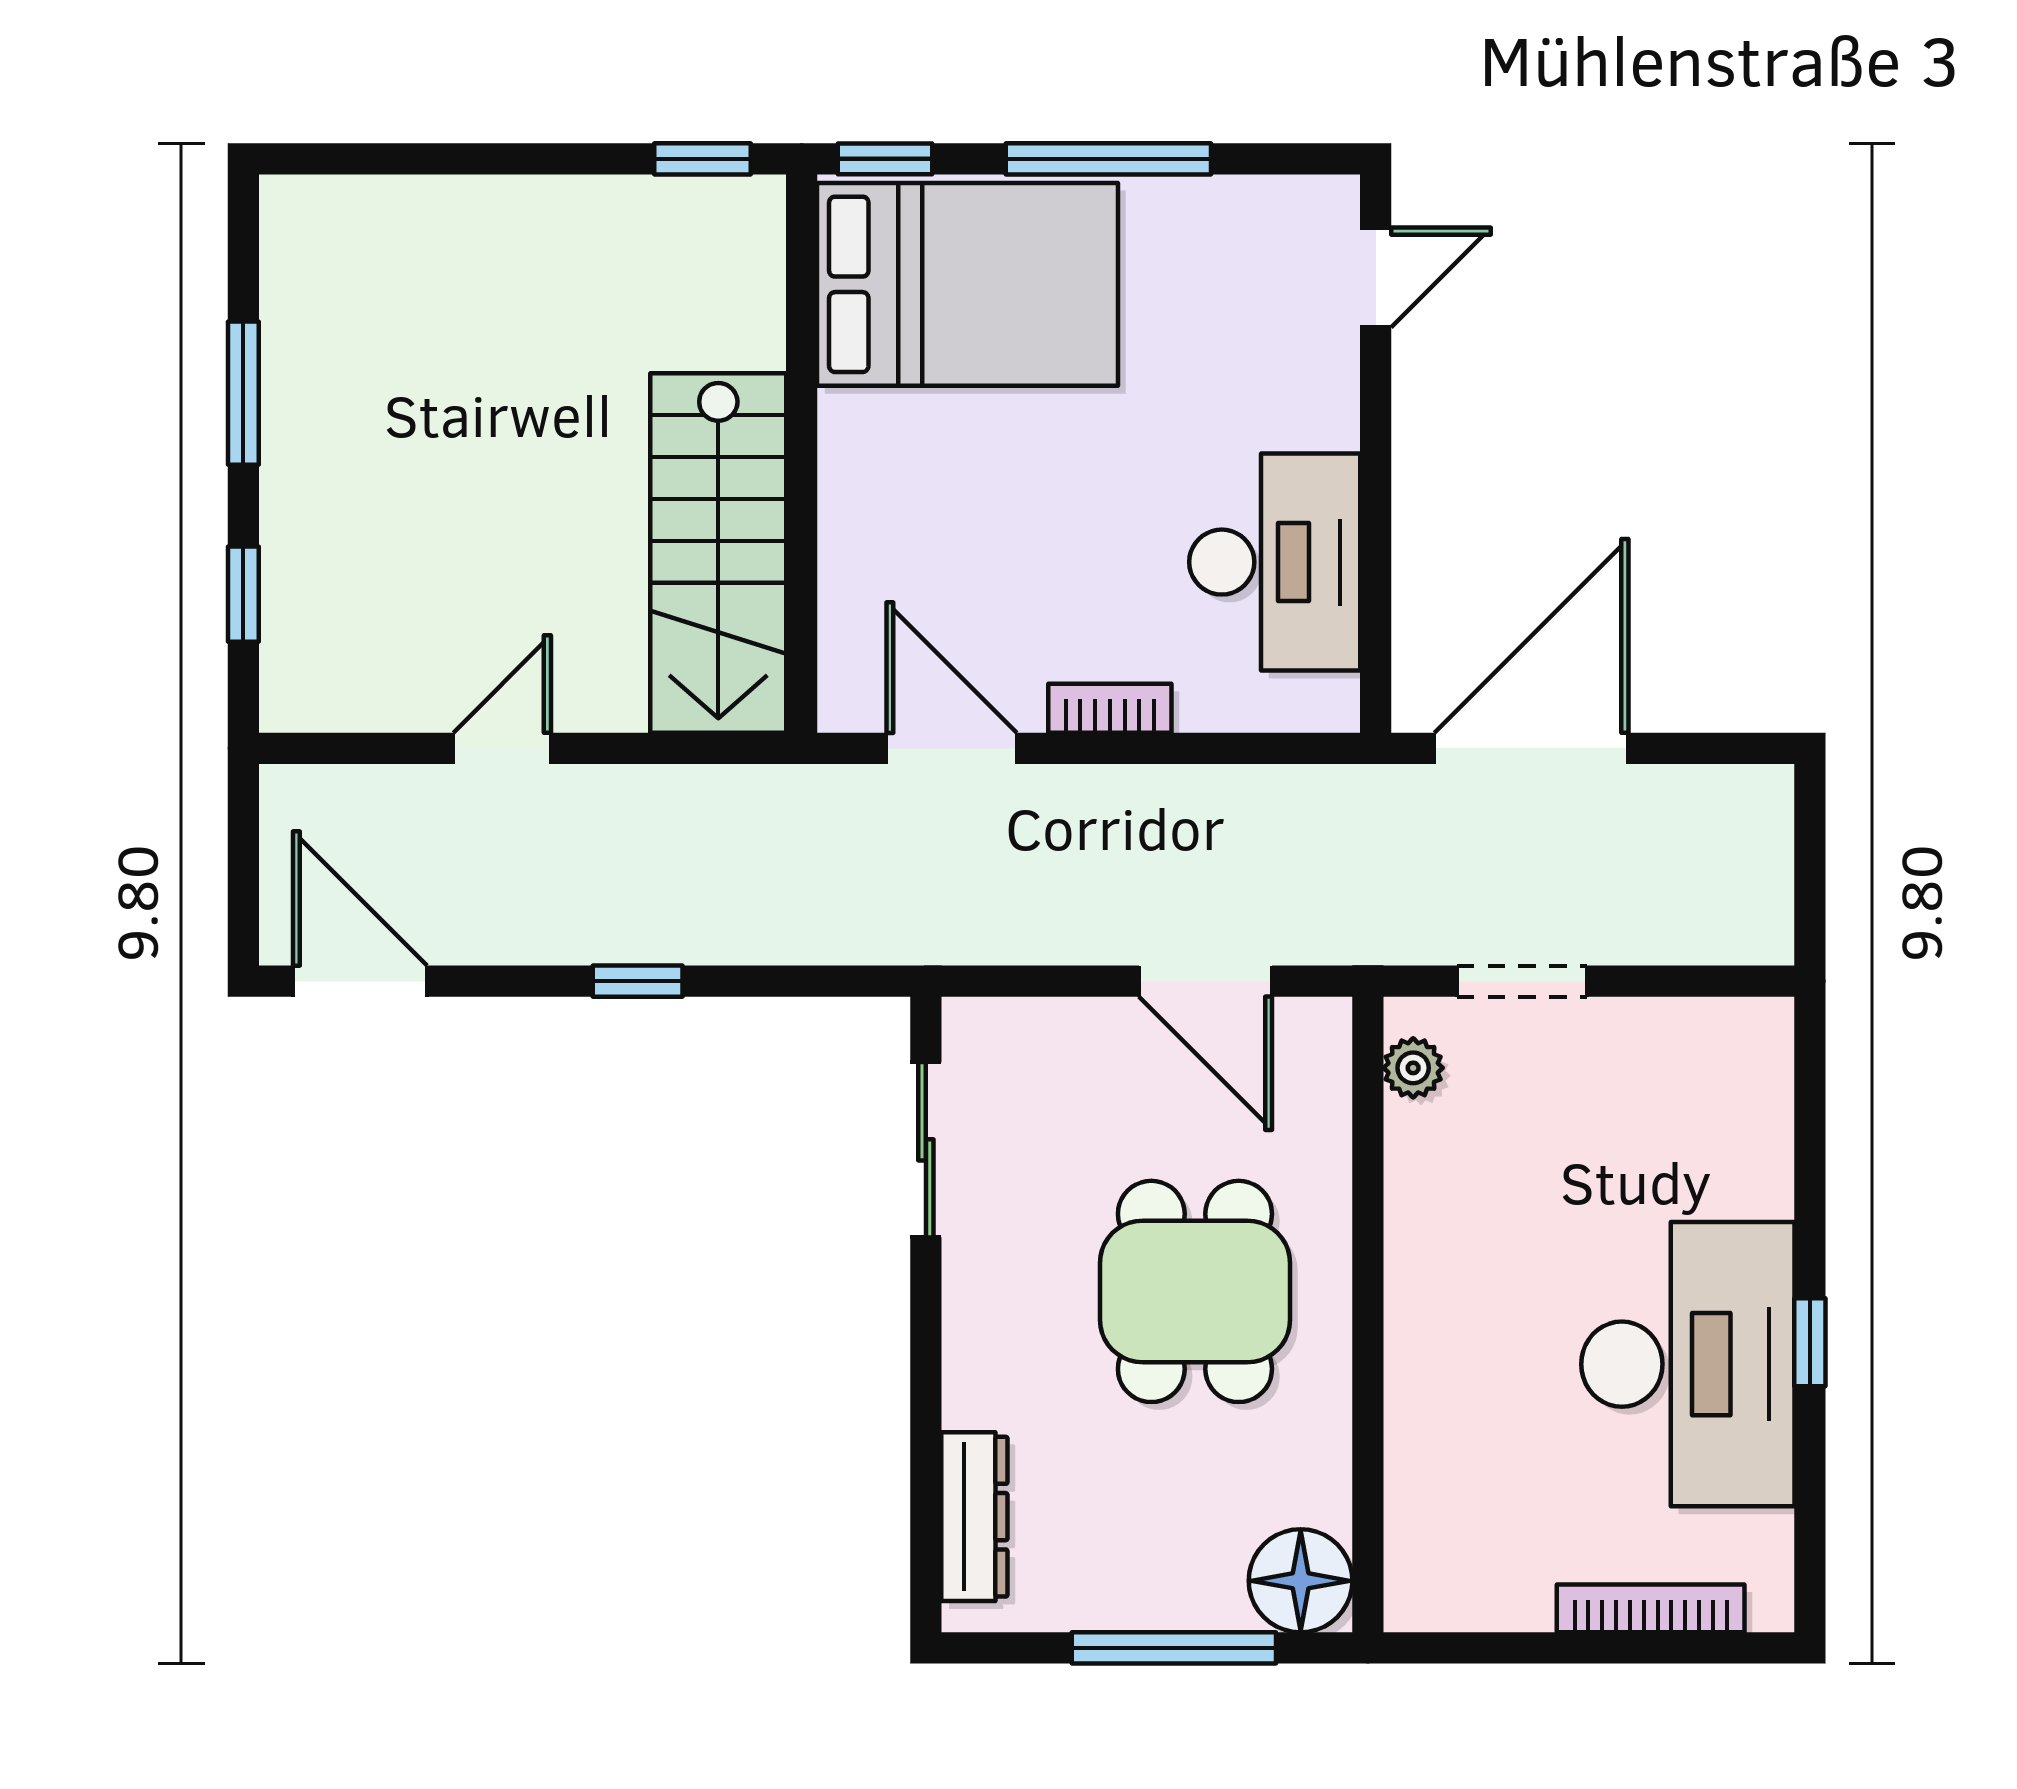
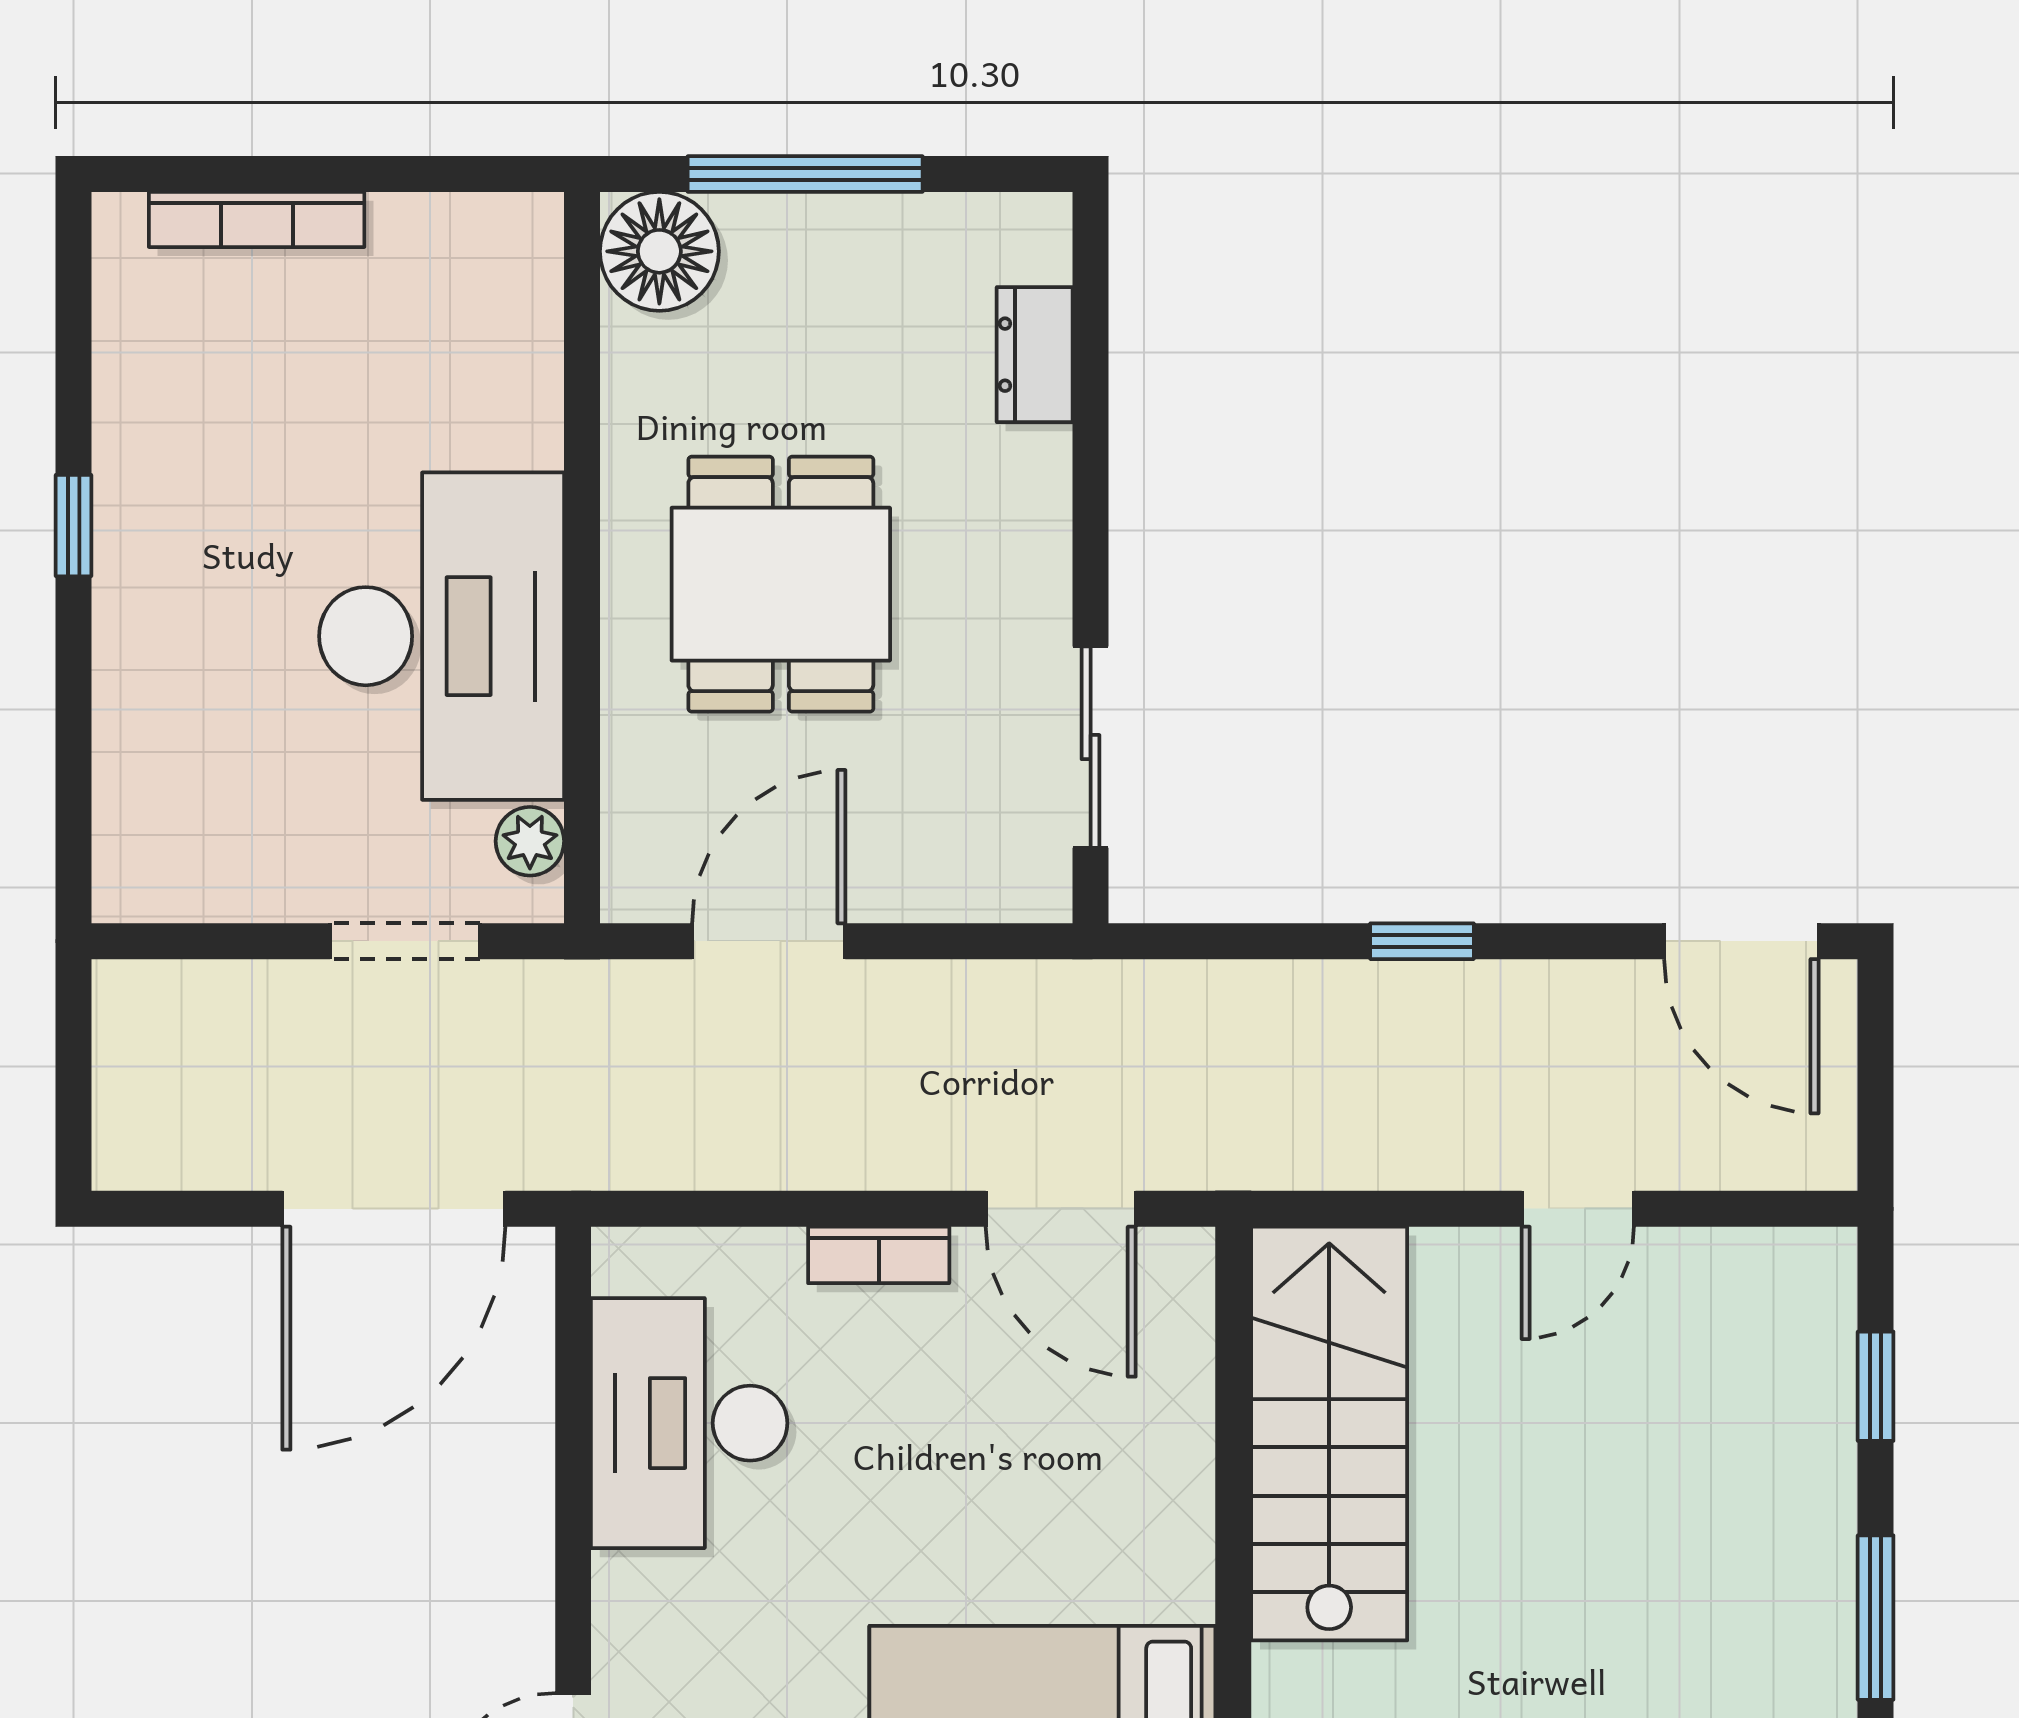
door: (1205, 981) -> (769, 941), hinge flipped
desk: (1688, 1364) -> (442, 636), moved, turned 180
dresser: (974, 1517) -> (1035, 355), width x0.70

